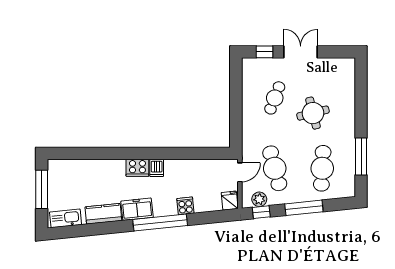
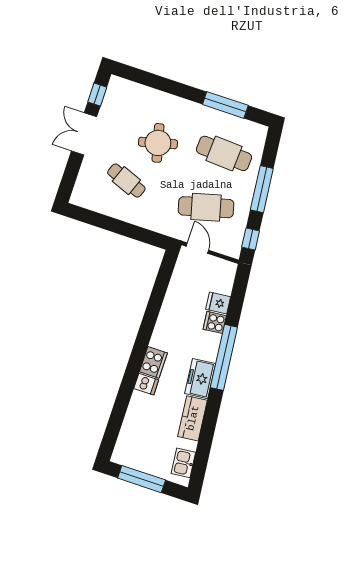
window: (265, 52) -> (97, 95), moved
dishwasher: (157, 168) -> (146, 384), moved
plant: (259, 199) -> (235, 236), removed
fridge: (230, 201) -> (218, 303), moved
kitchen sink: (66, 218) -> (183, 463), width x0.73

